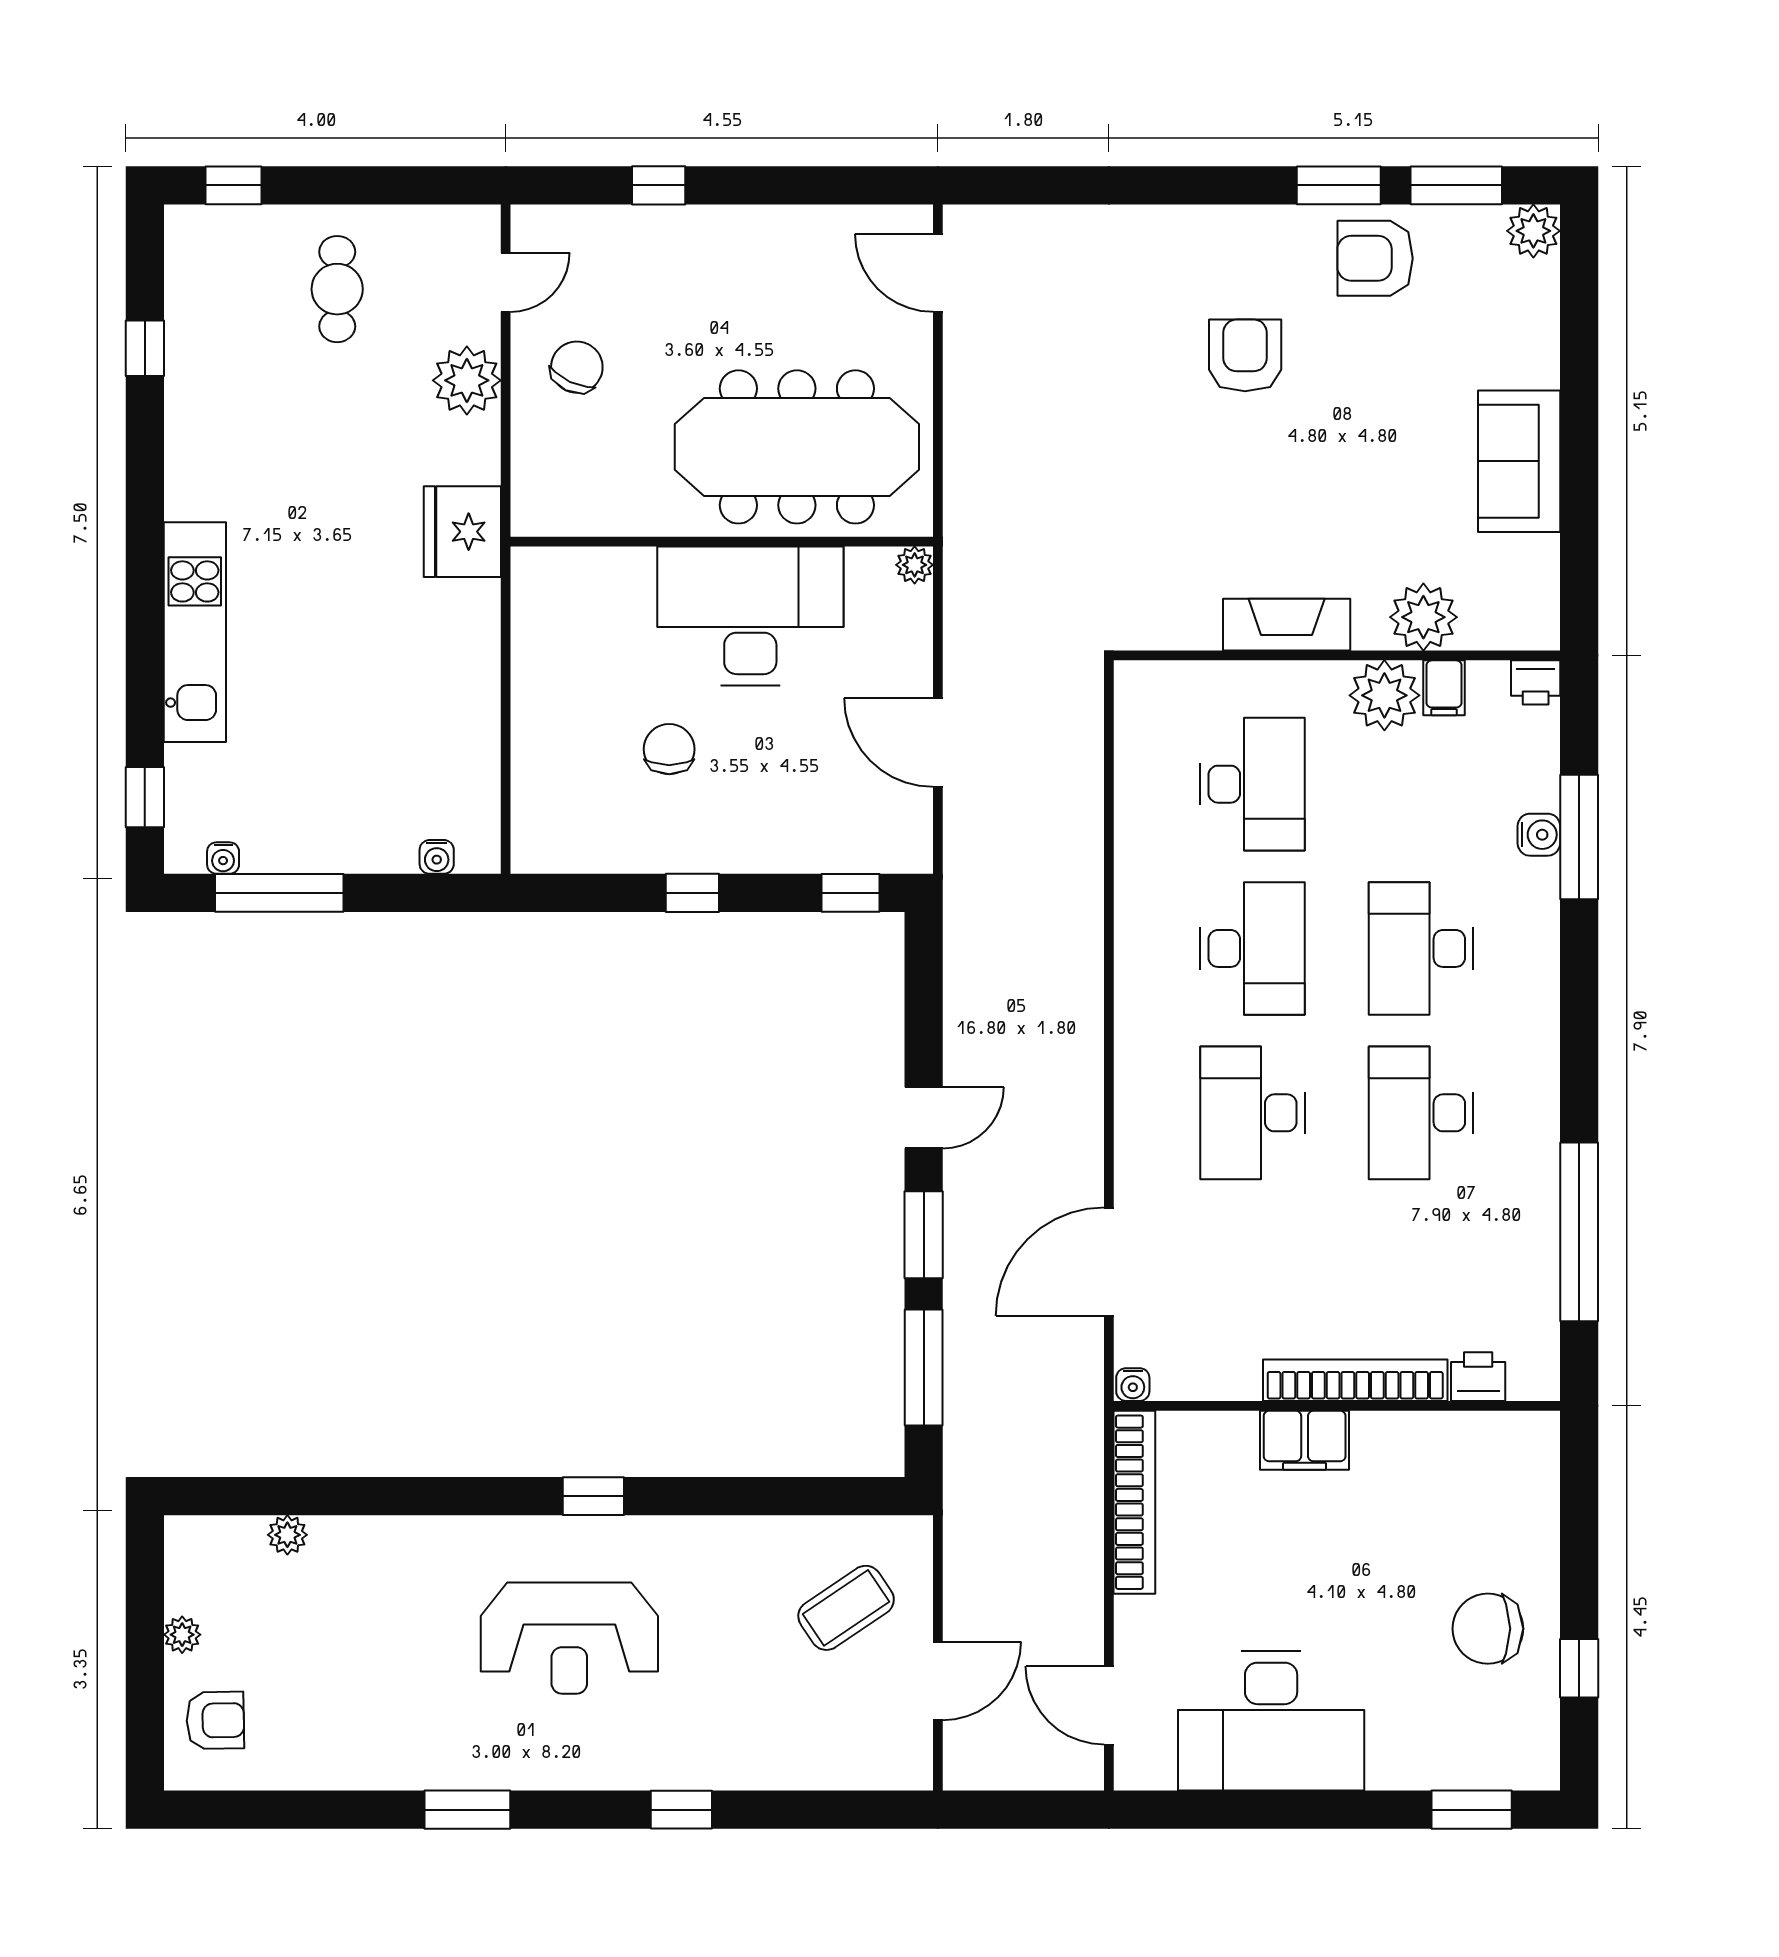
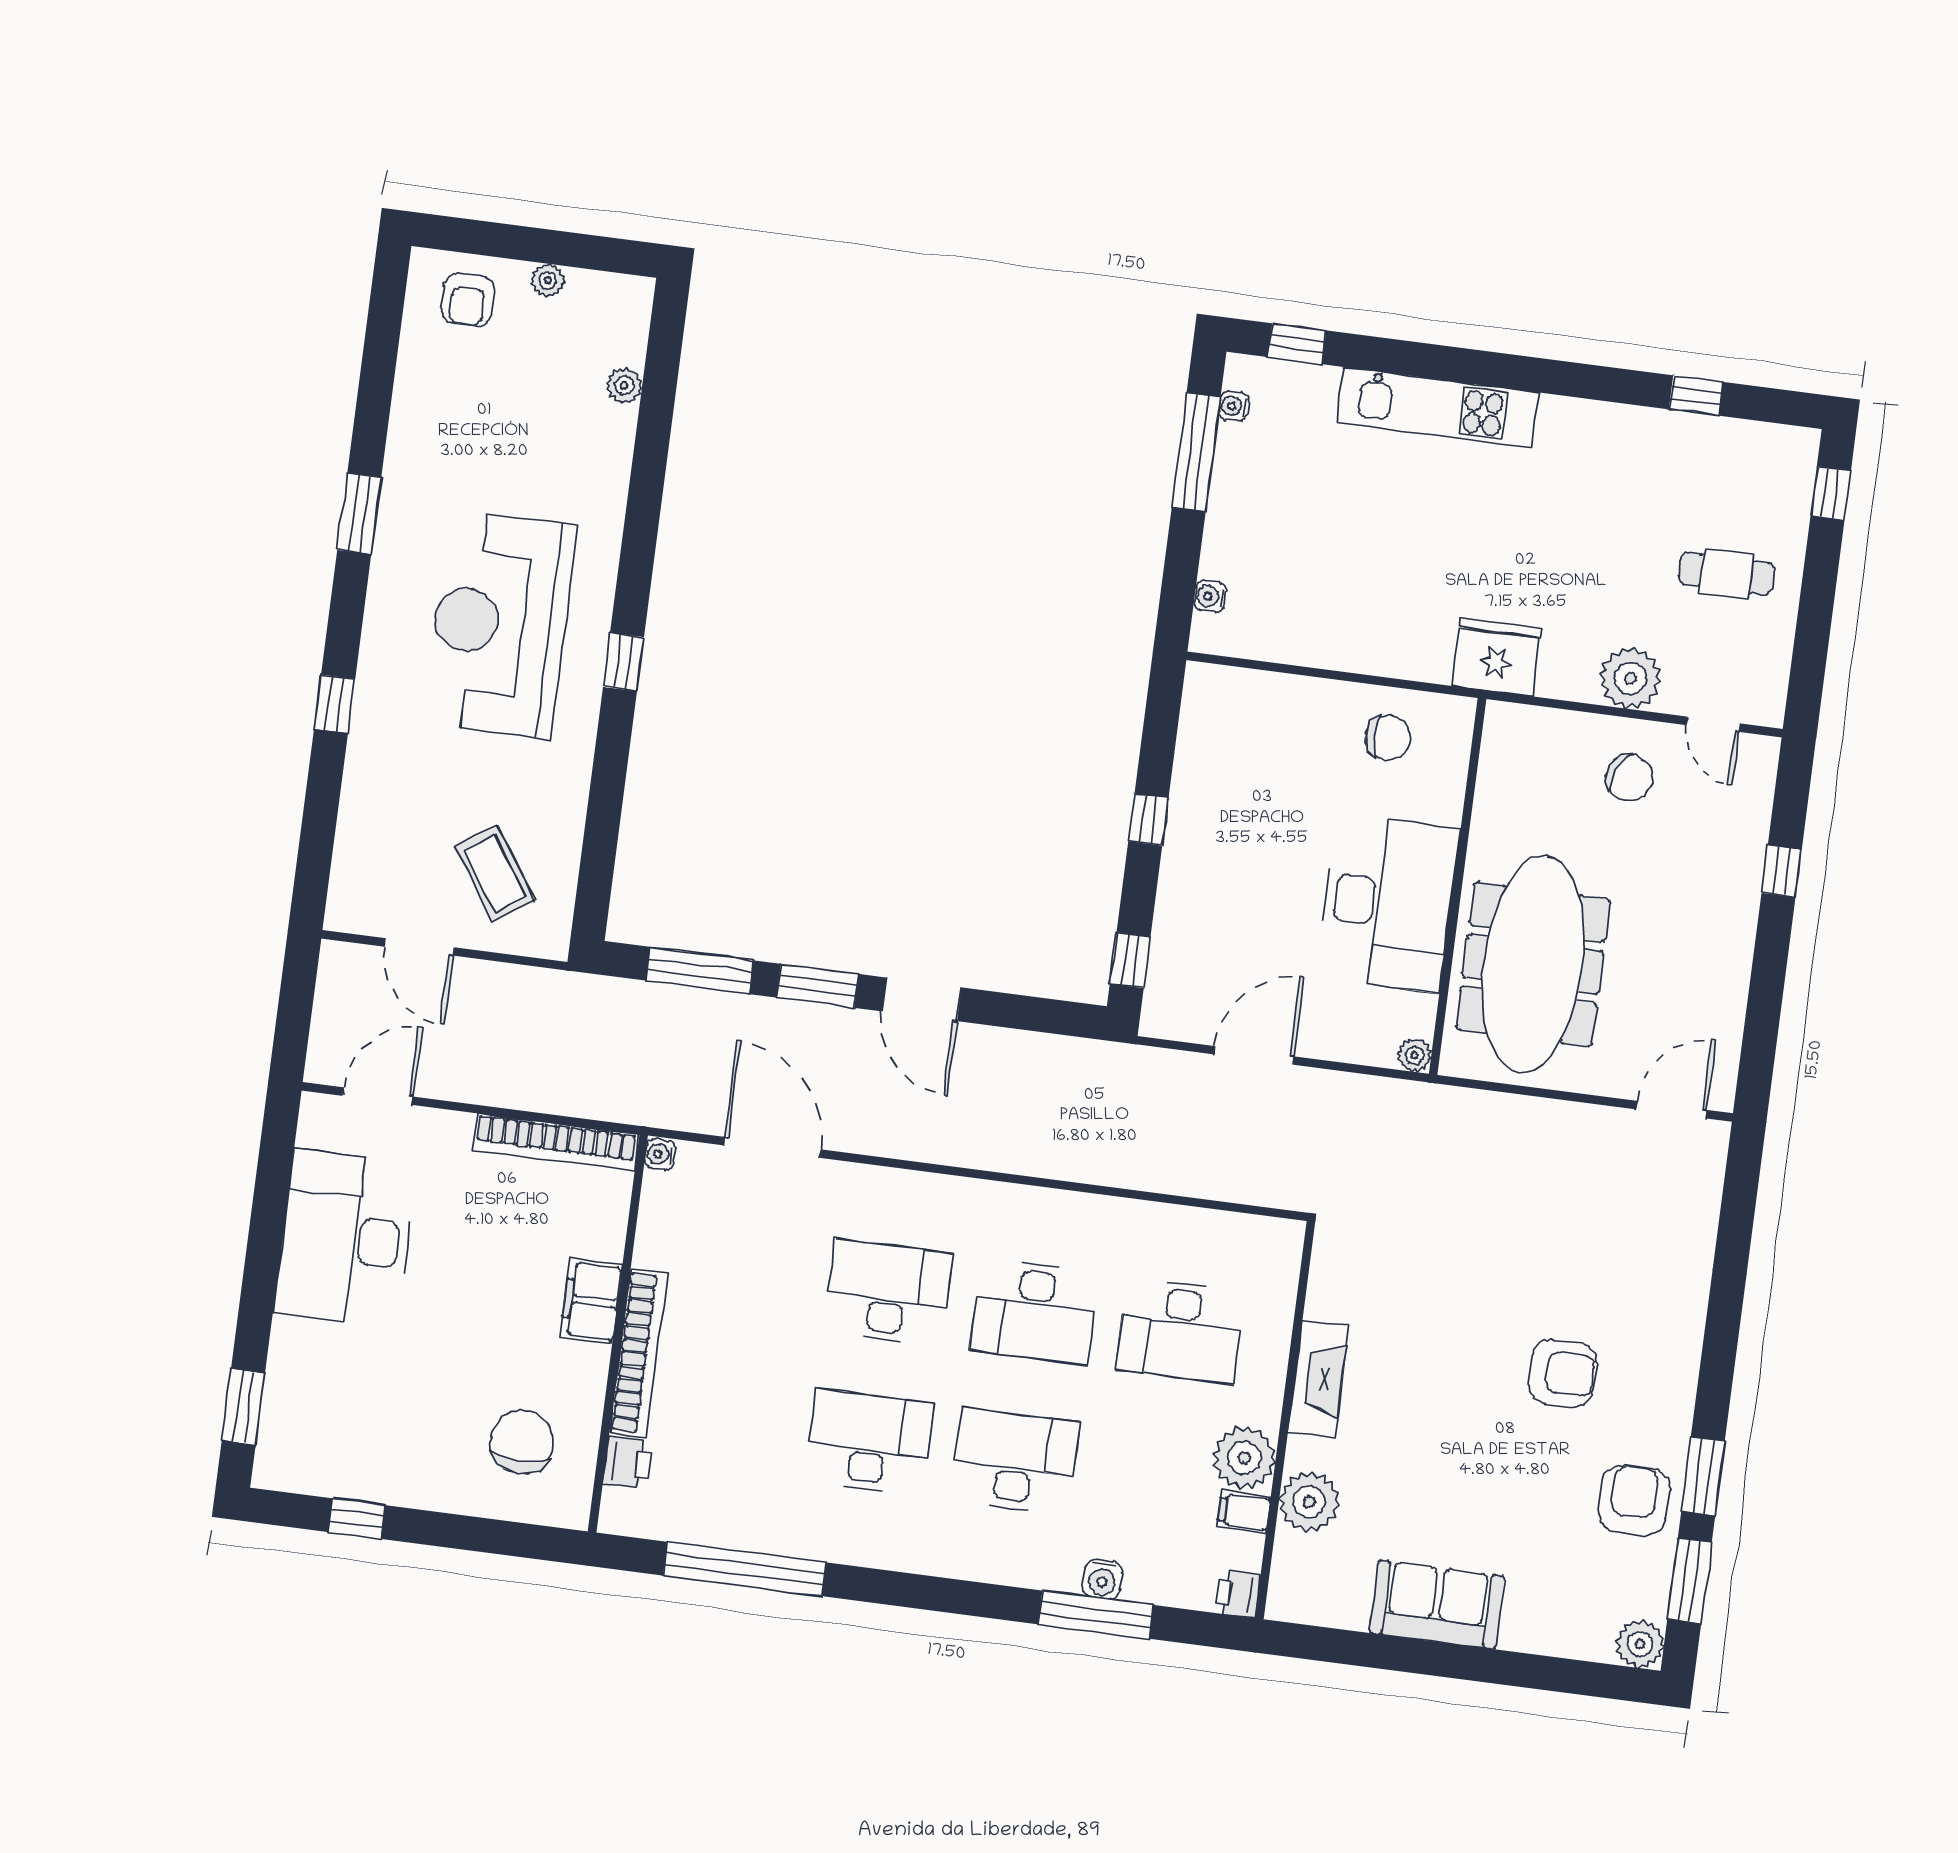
chair: (669, 749) -> (1388, 738), moved
door: (924, 1118) -> (922, 999), width x1.38
chair: (1488, 1629) -> (522, 1442), moved
reception desk: (569, 1638) -> (500, 624), width x1.36, depth x1.30

